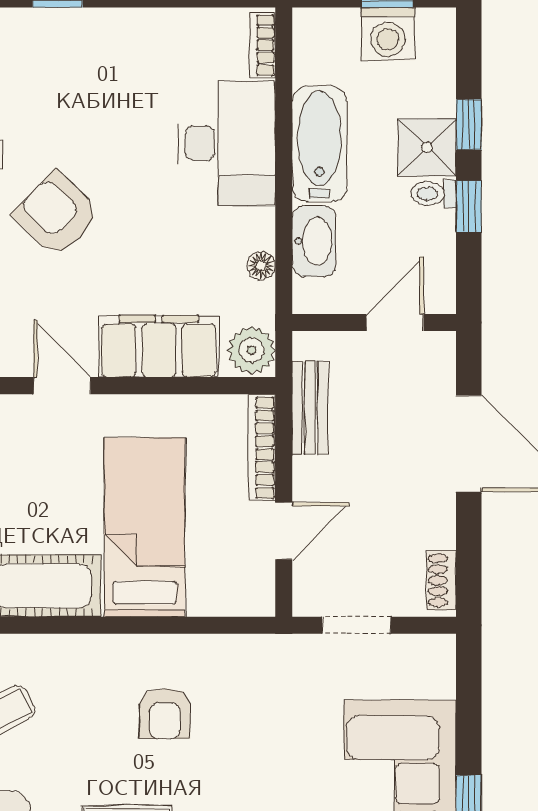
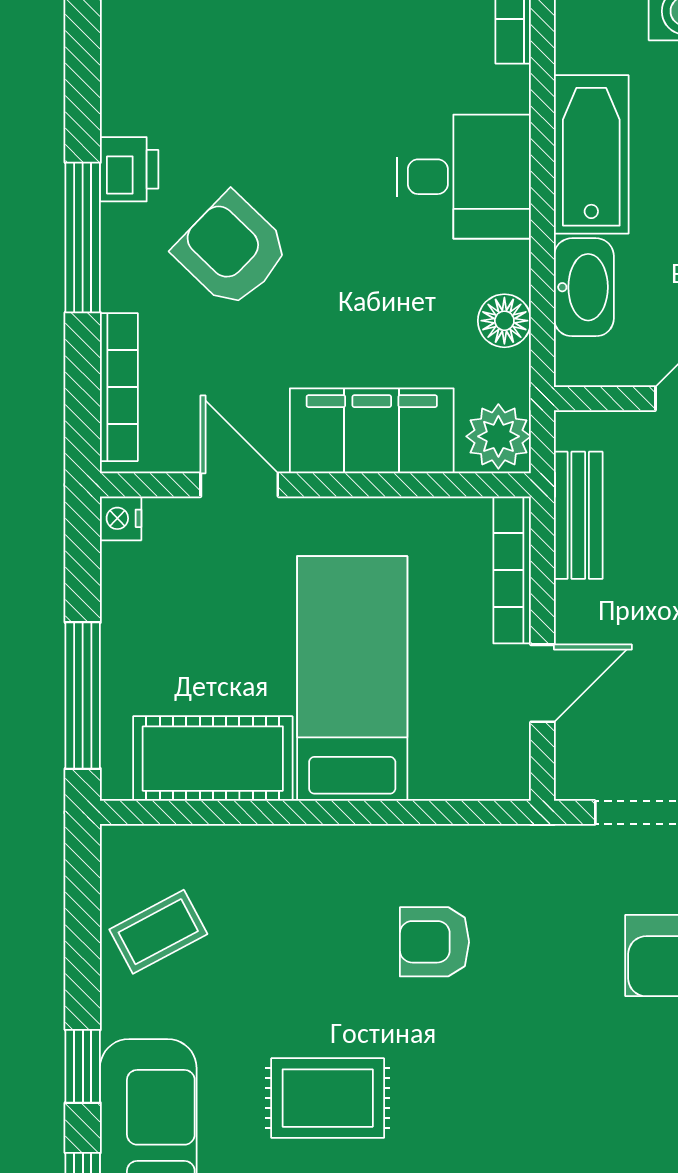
desk: (226, 143) -> (464, 177), width x0.73
floor lamp: (261, 266) -> (504, 321), width x1.37, depth x1.37
armchair: (165, 714) -> (434, 942), moved, turned 90

